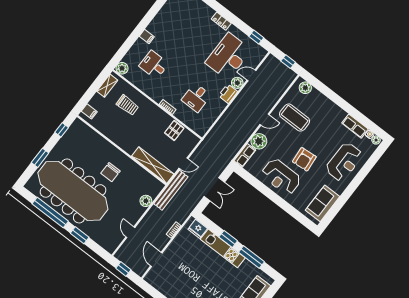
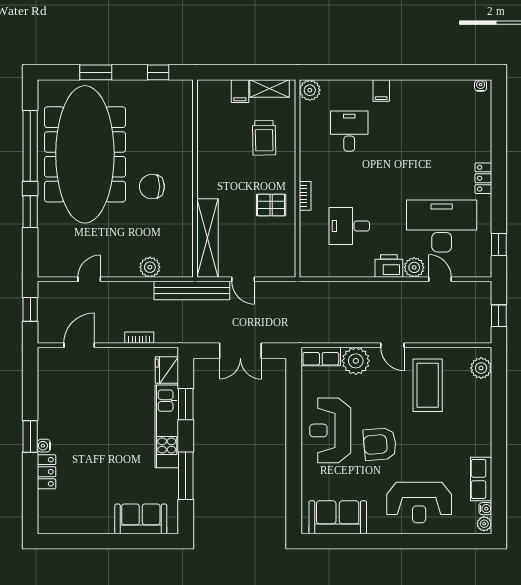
filing cabinet: (89, 111) -> (240, 91), moved
pallet: (174, 131) -> (271, 205), moved
window: (228, 239) -> (186, 404), moved

